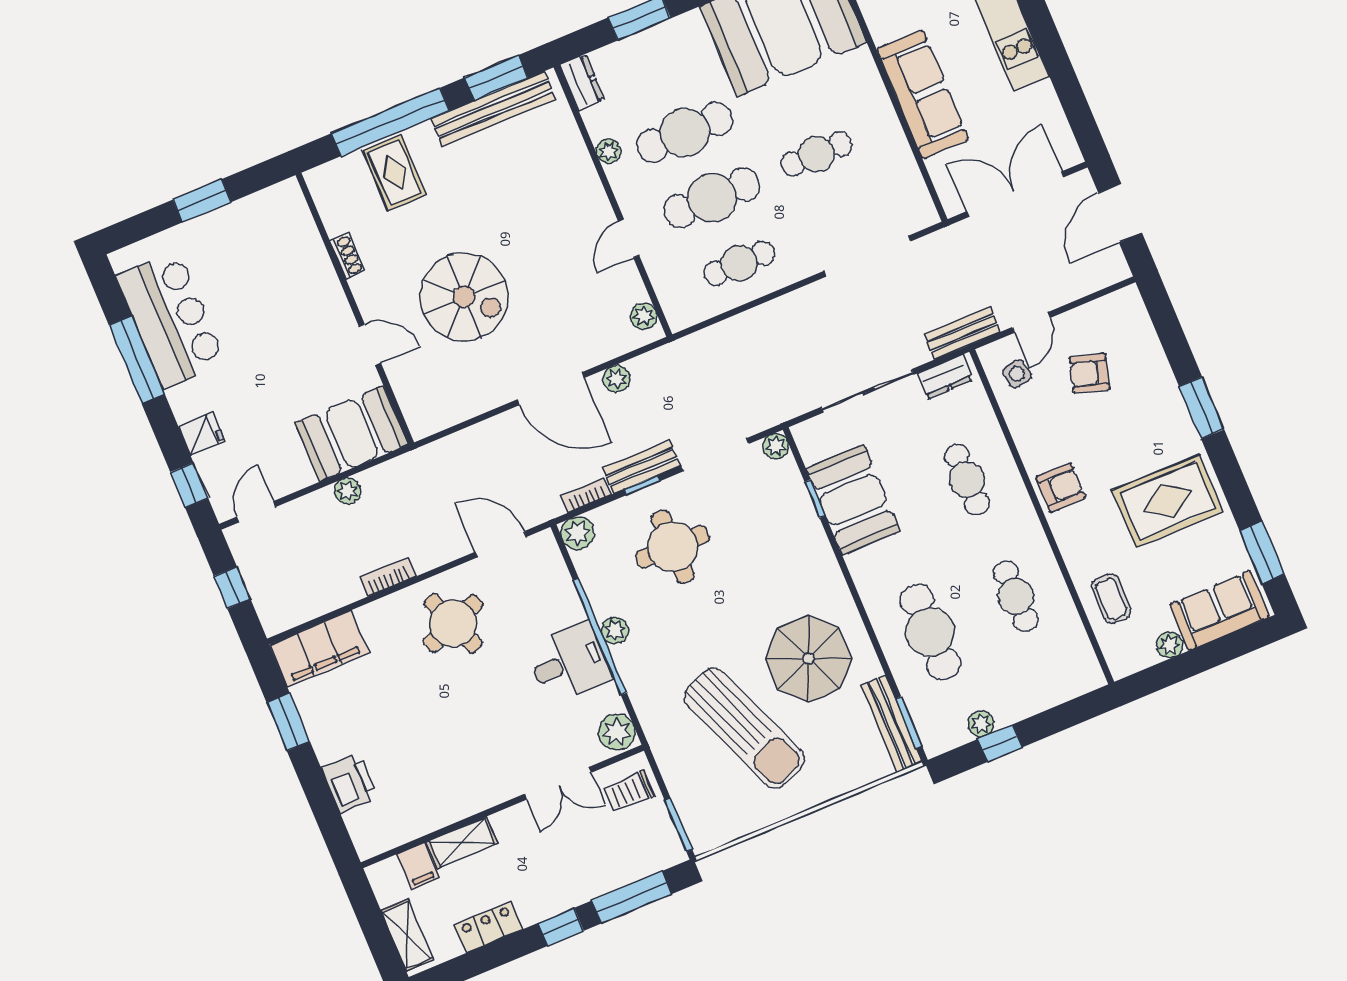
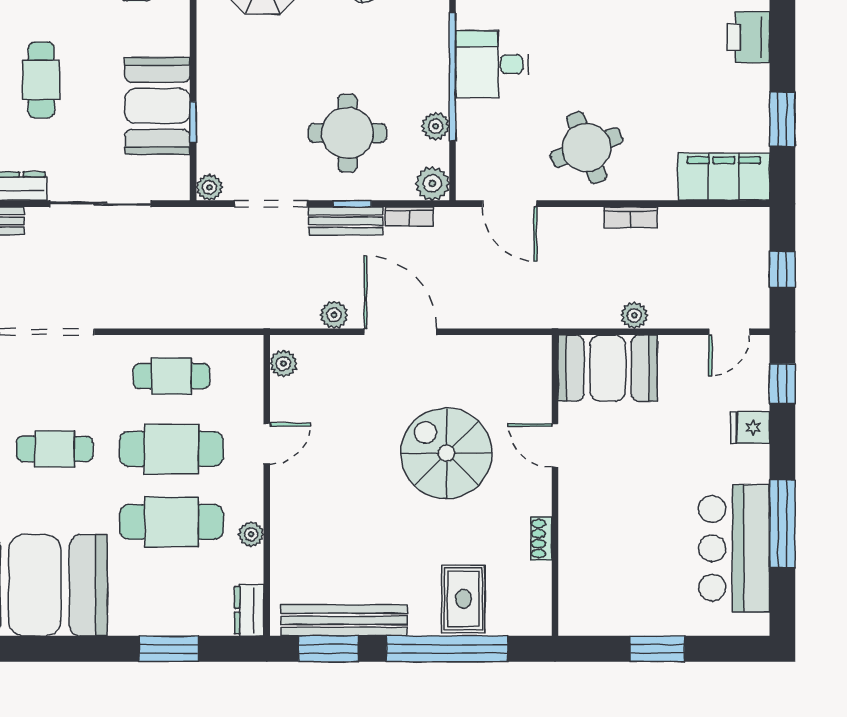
plant: (615, 630) -> (436, 126), moved

